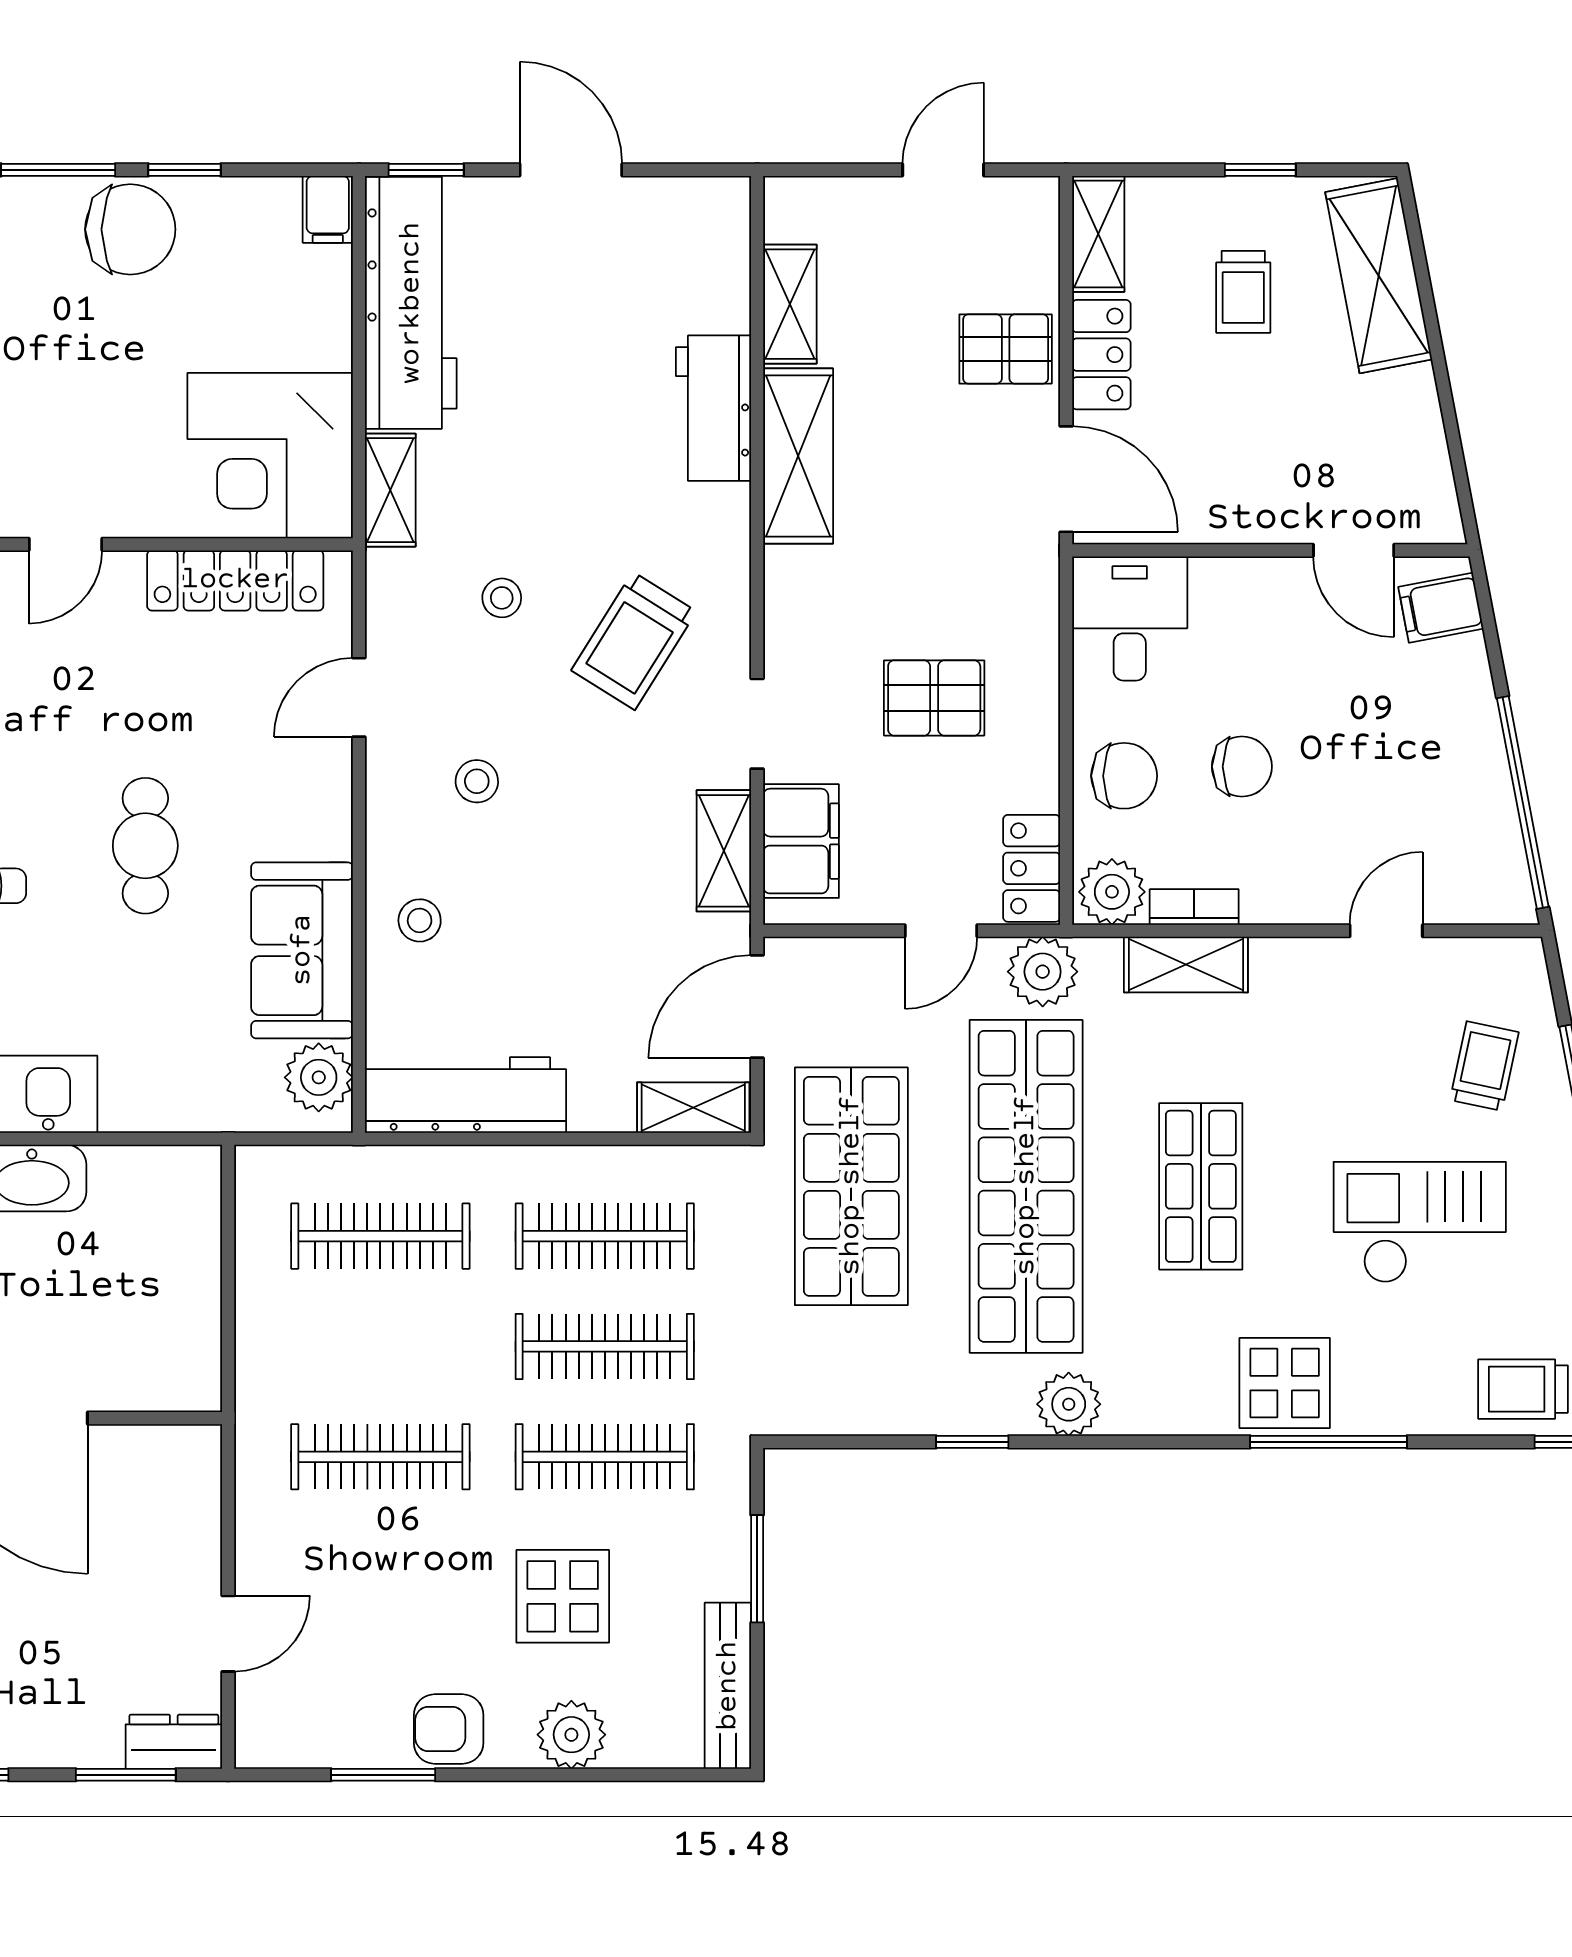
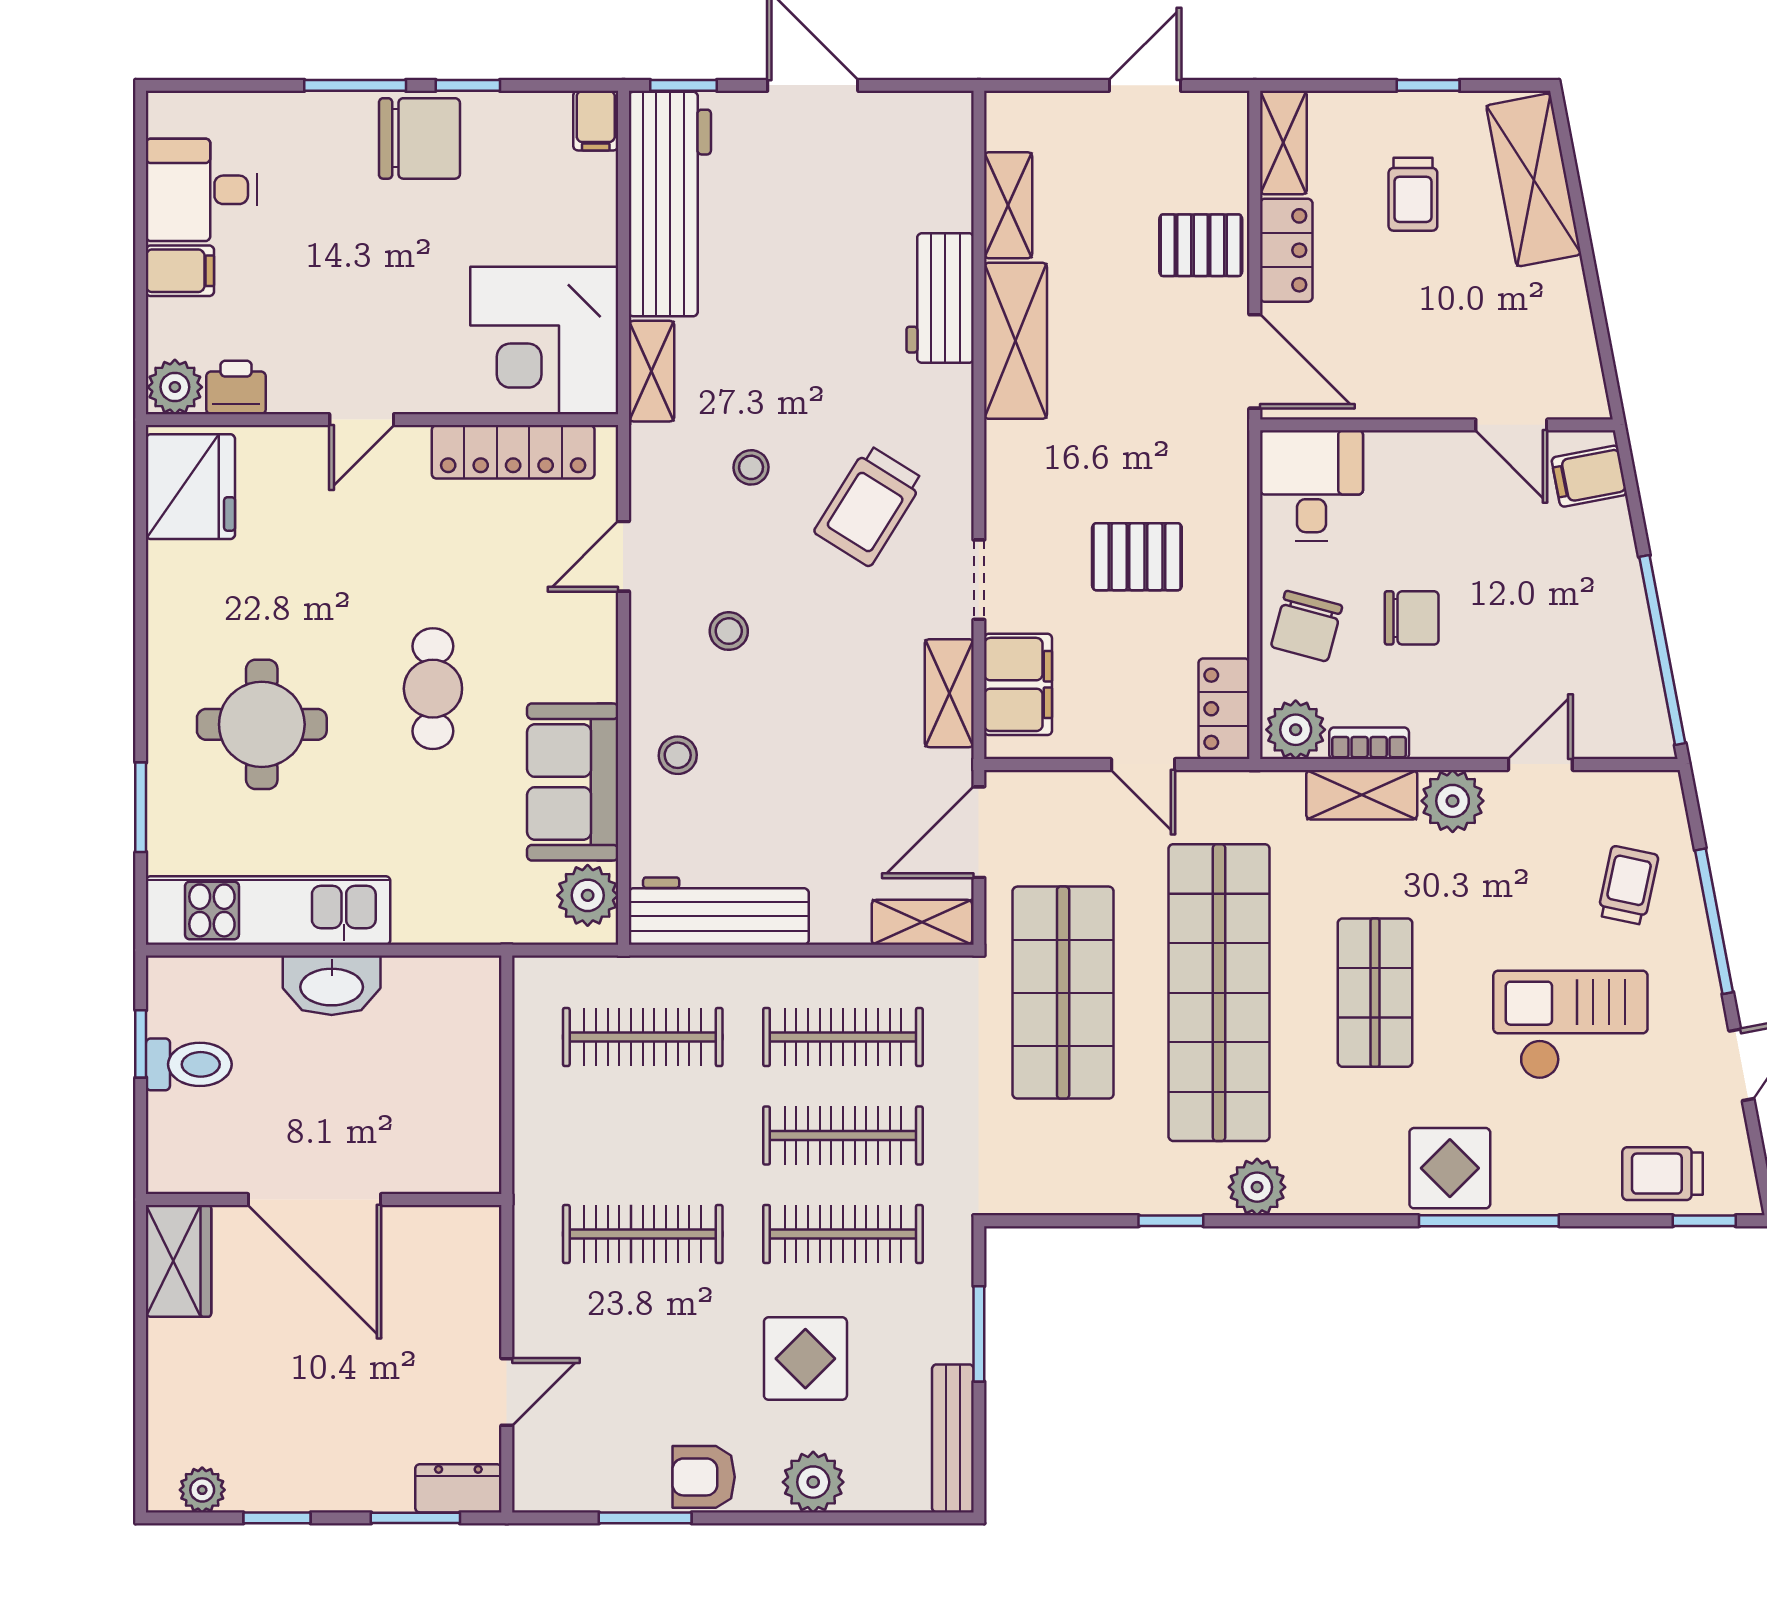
chair: (1124, 776) -> (1307, 626), turned 105
door: (941, 931) -> (1143, 764), hinge flipped
plant: (1043, 972) -> (1453, 801), moved

